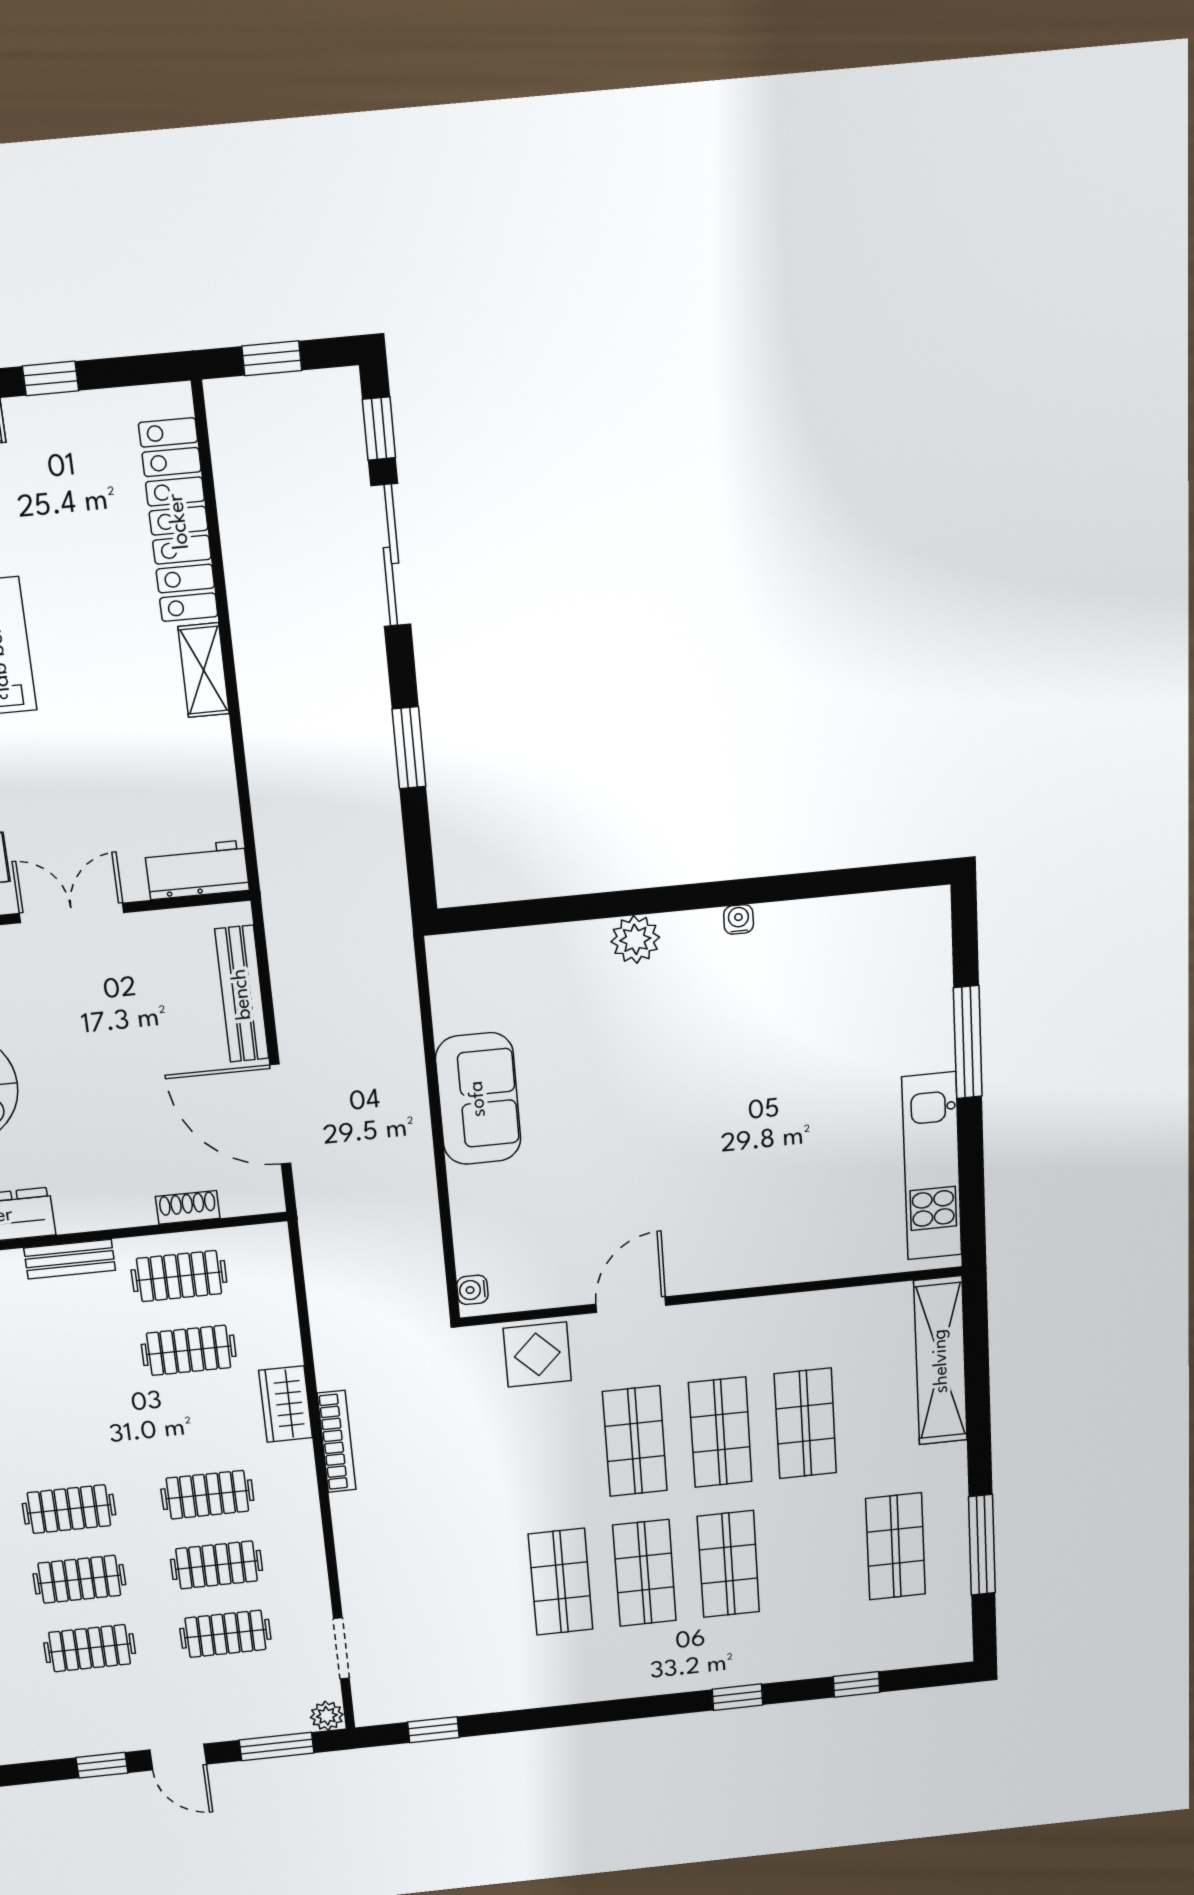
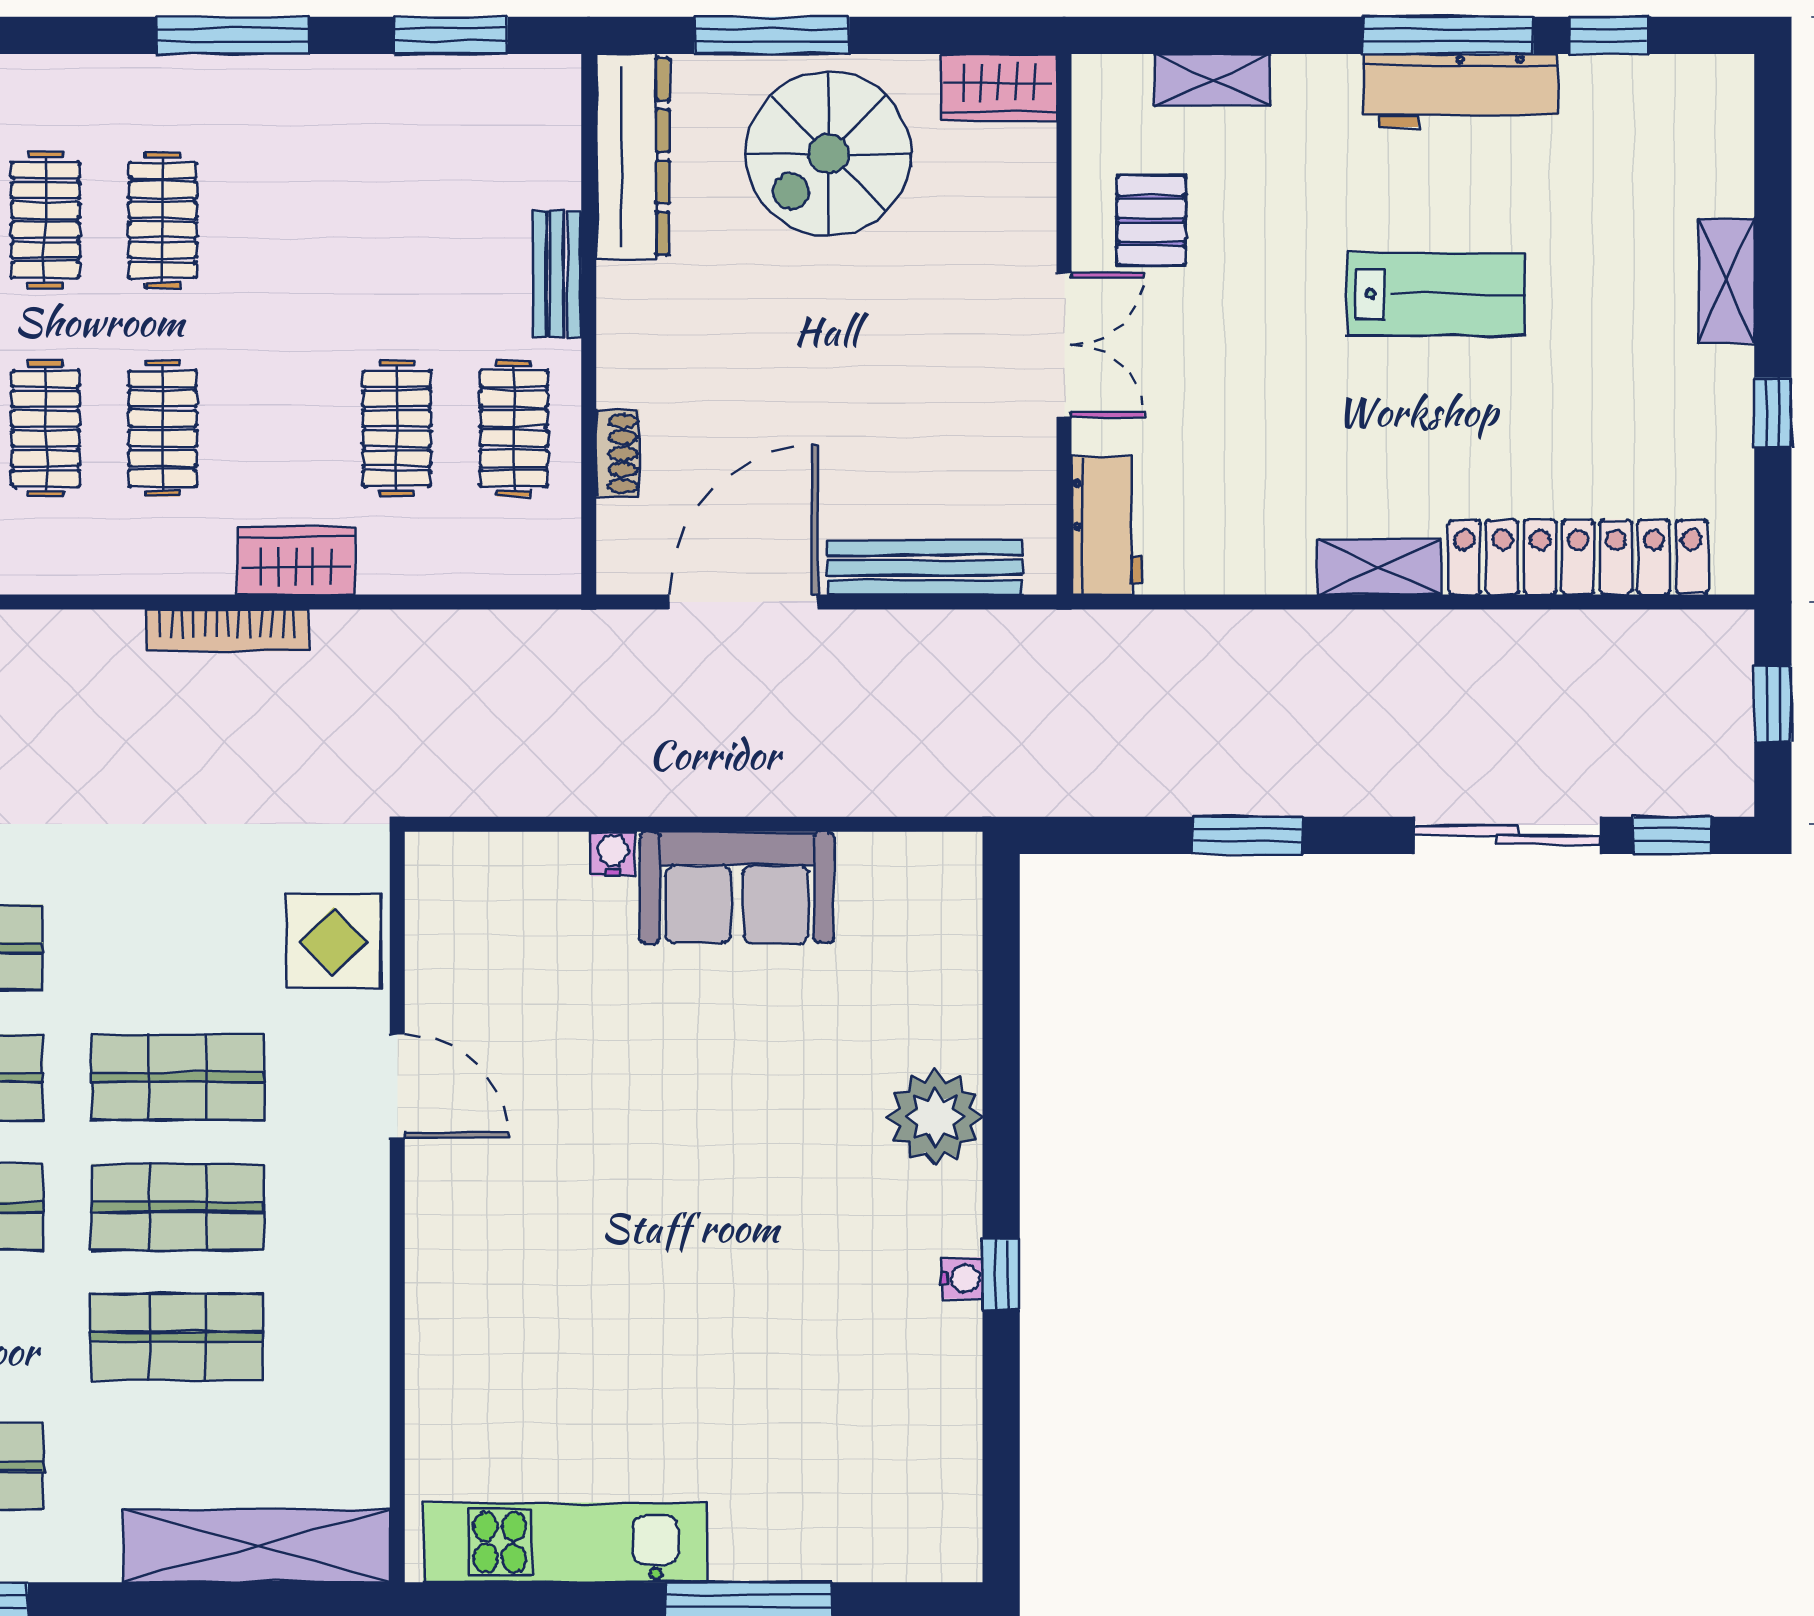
window: (734, 893) -> (1001, 1274), added
plant: (635, 939) -> (935, 1117), width x1.36, depth x1.36
water cooler: (472, 1290) -> (613, 854), moved

